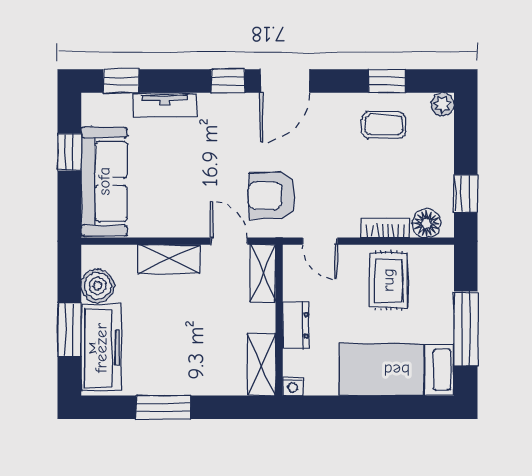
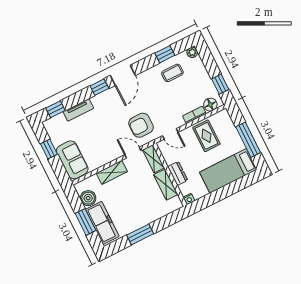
sofa: (104, 181) -> (72, 160), width x0.73
shelving: (262, 364) -> (166, 185), moved

